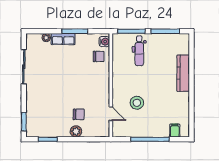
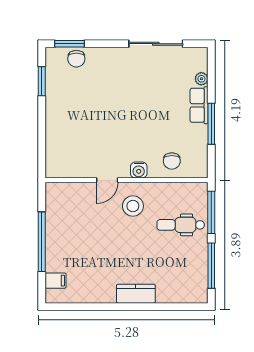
water cooler: (104, 42) -> (139, 170), moved
kitchen counter: (183, 73) -> (136, 294), width x0.67
stool: (137, 103) -> (133, 206), moved
chair: (79, 114) -> (76, 59), moved
door: (111, 114) -> (107, 180), moved
plant: (76, 131) -> (54, 125), removed

